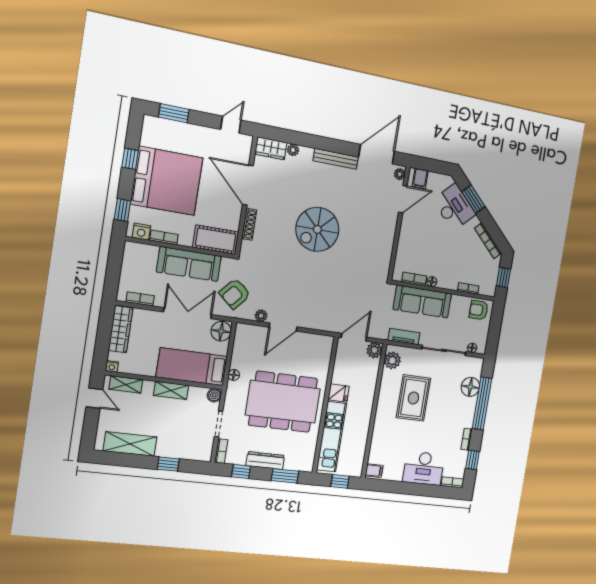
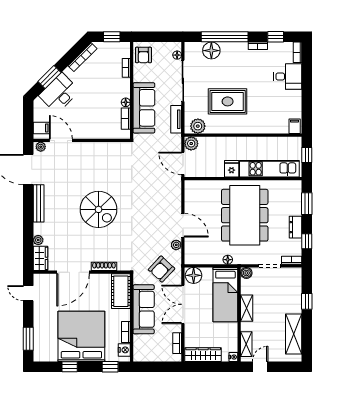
armchair: (235, 294) -> (162, 269), turned 92
dresser: (265, 460) -> (296, 227), width x0.70
desk: (424, 468) -> (288, 76), width x0.73

